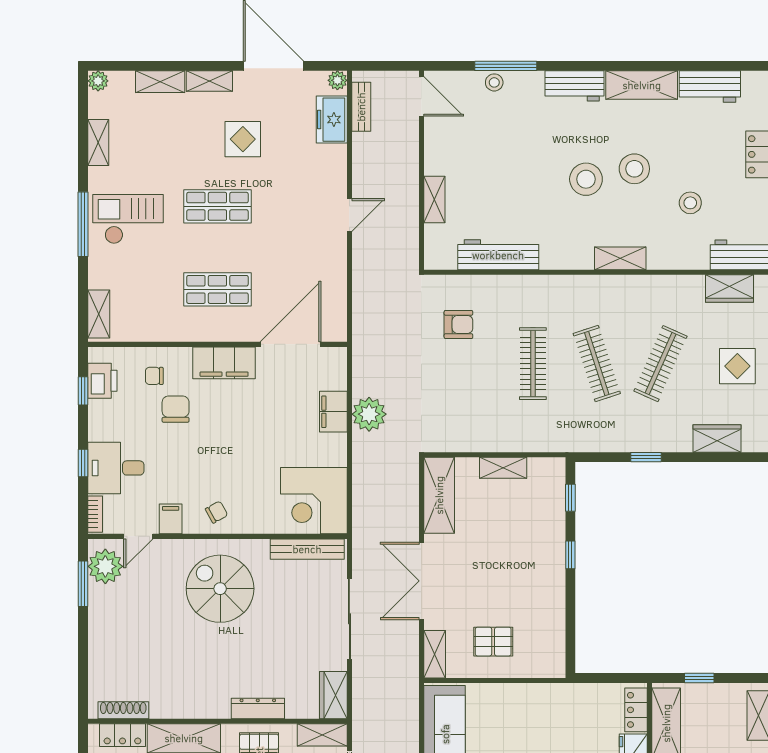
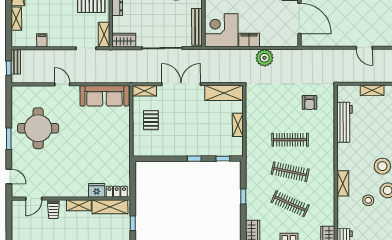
stool: (690, 203) -> (368, 200), moved
clothes rail: (597, 364) -> (290, 172), turned 30
filing cabinet: (333, 412) -> (249, 40), moved

